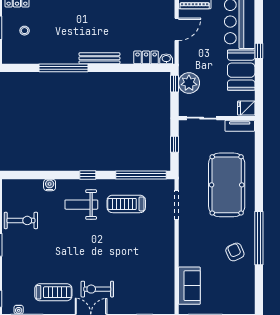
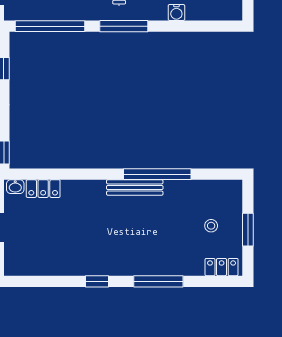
bench: (99, 58) -> (135, 187), moved
window: (88, 175) -> (124, 26), width x2.17

